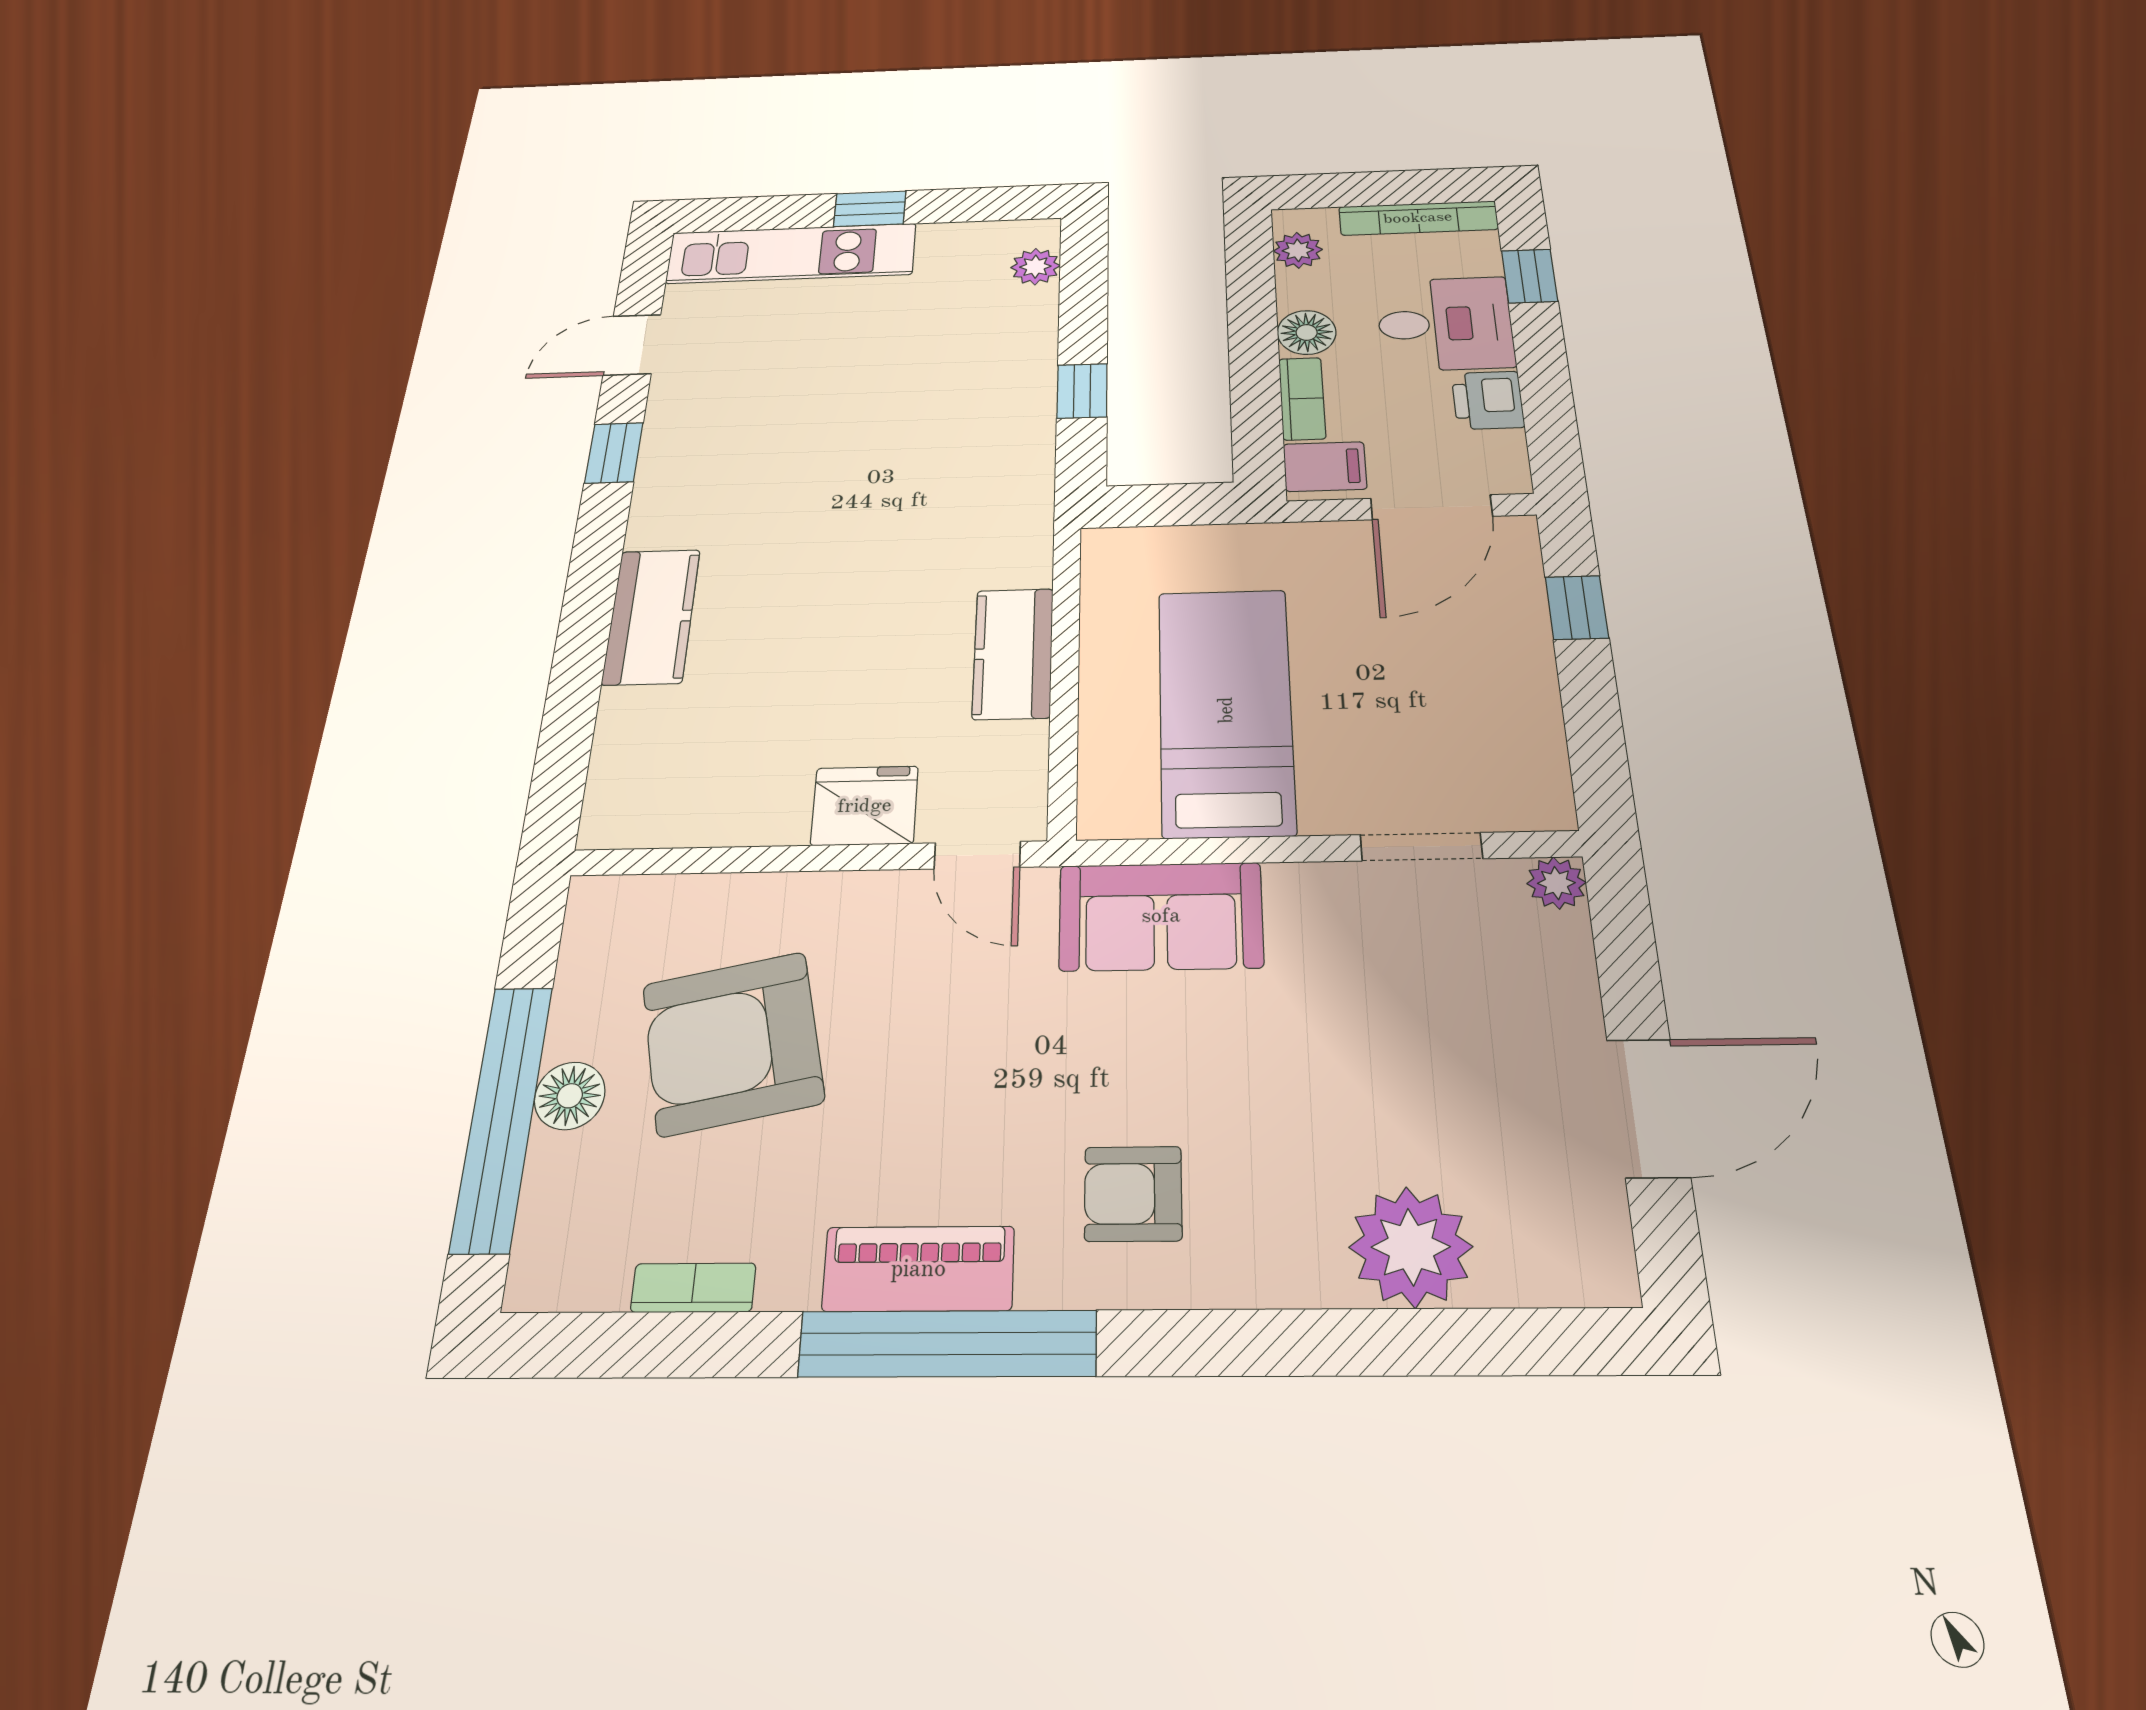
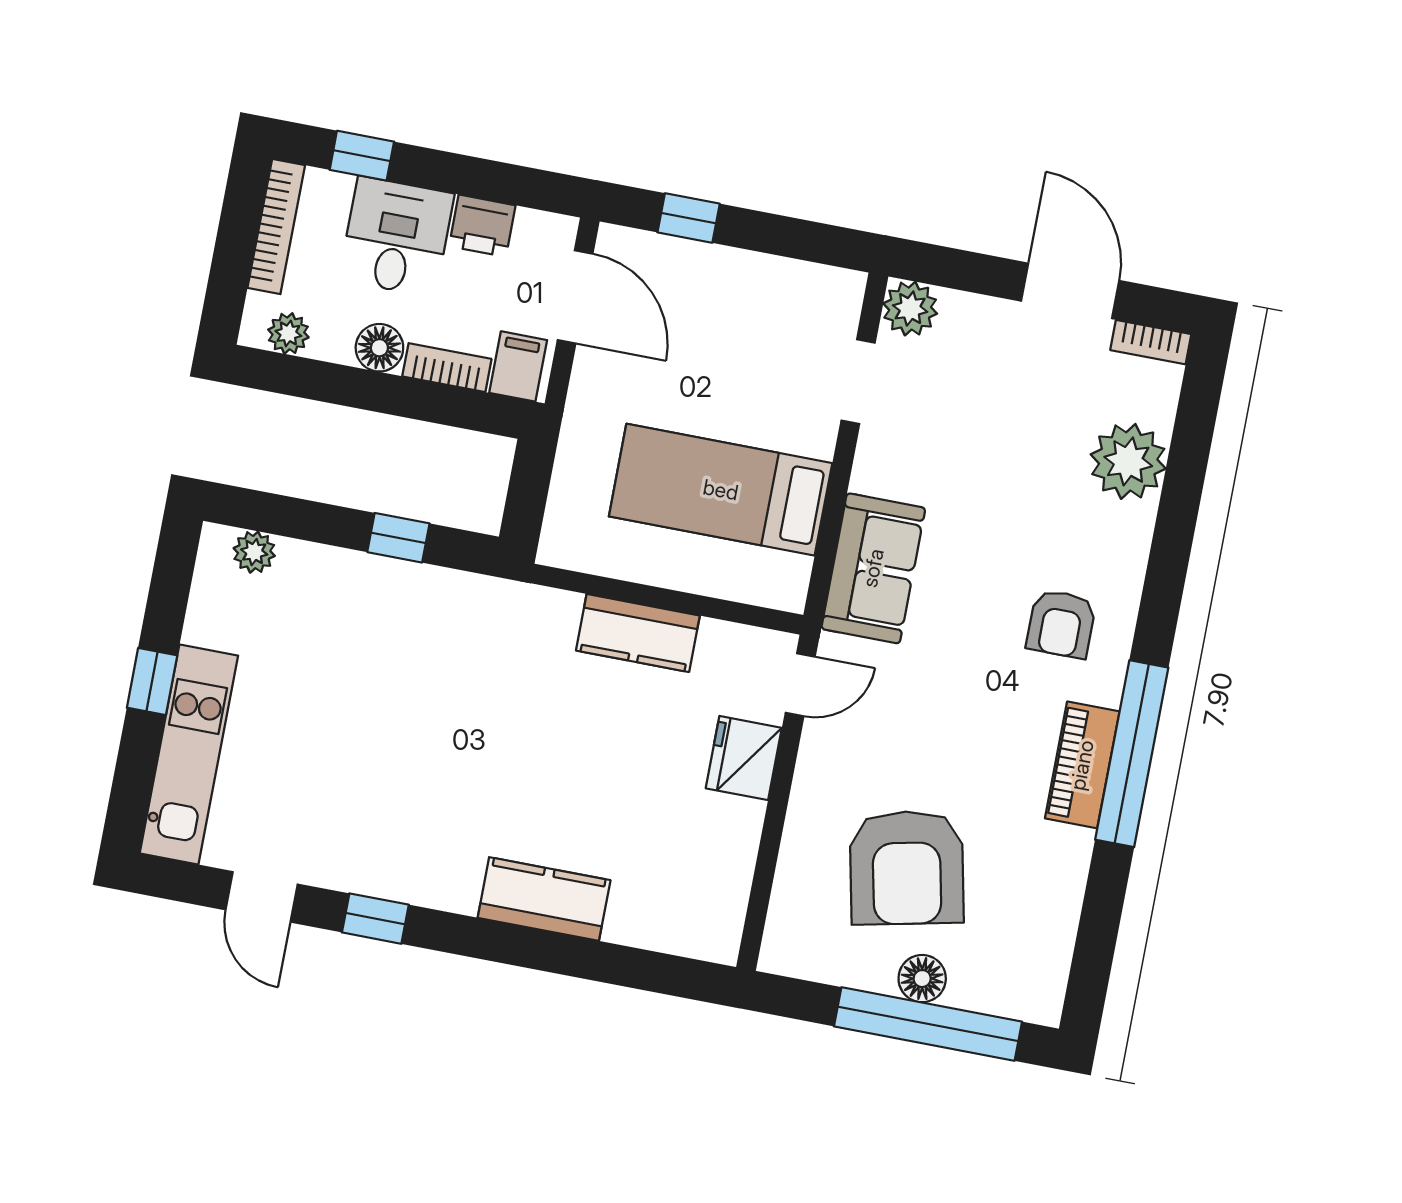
plant: (1556, 883) -> (910, 309), width x1.38, depth x1.38
bookcase: (693, 1288) -> (1151, 342), moved, turned -90

